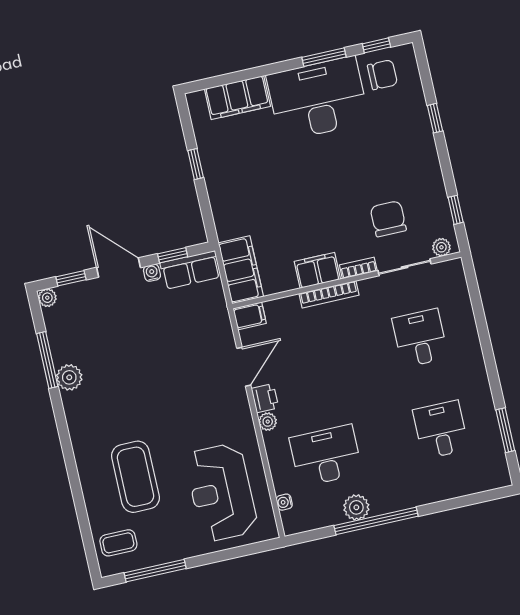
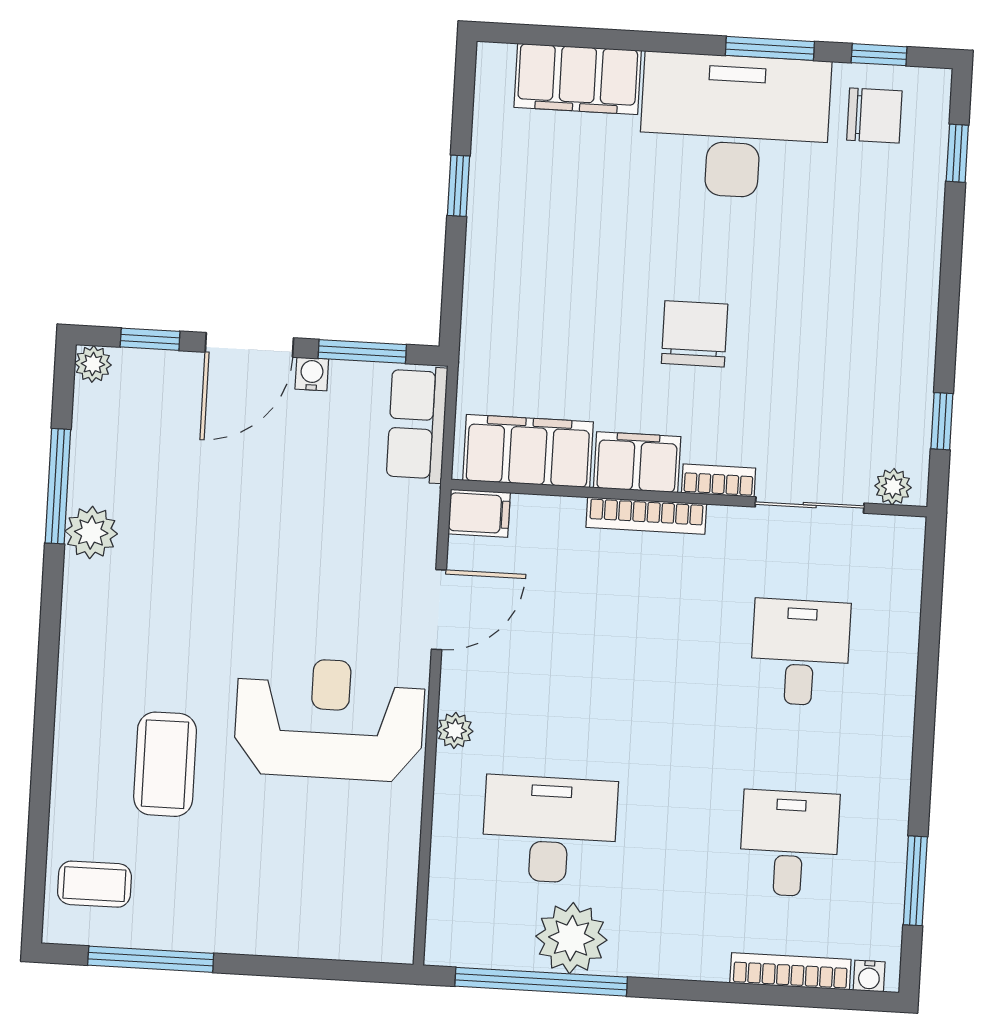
window: (435, 118) -> (957, 153), moved
chair: (388, 219) -> (695, 334), moved
window: (173, 255) -> (362, 351), width x1.50
door: (119, 268) -> (249, 345), swing flipped
row of seats: (190, 270) -> (417, 424), moved, turned 90
filing cabinet: (241, 270) -> (528, 451), moved, turned -90
printer: (265, 398) -> (463, 683), removed
coffee table: (135, 477) -> (165, 764), width x0.73, depth x0.76
bookcase: (459, 490) -> (790, 971), added
reception desk: (221, 492) -> (329, 719), moved, turned 90
water cooler: (284, 502) -> (869, 976), moved, turned -90
plant: (356, 507) -> (571, 938), width x1.36, depth x1.36
window: (376, 521) -> (541, 982), moved

